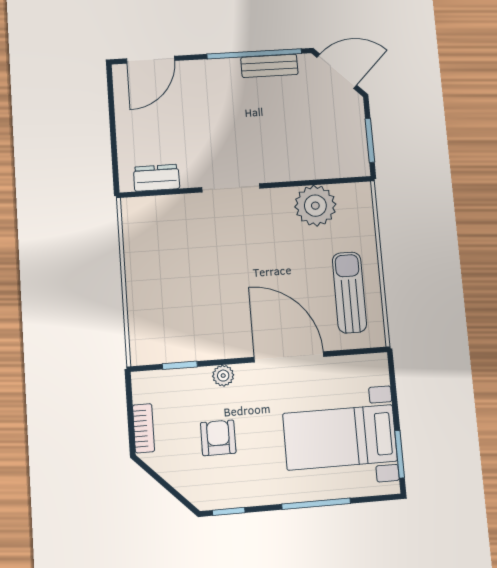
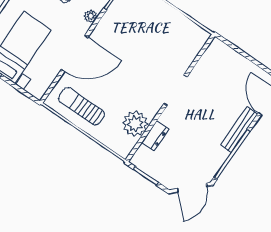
bench: (269, 66) -> (239, 130), moved, width x1.36
dresser: (156, 178) -> (156, 136), moved
sun lounger: (349, 292) -> (82, 106), turned 180

